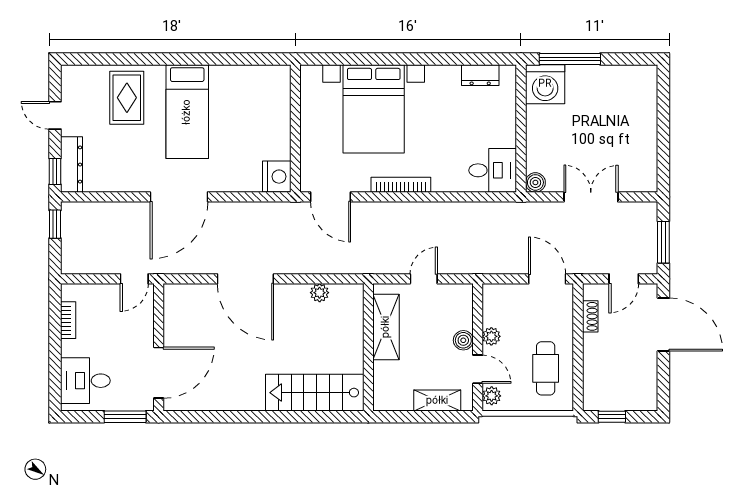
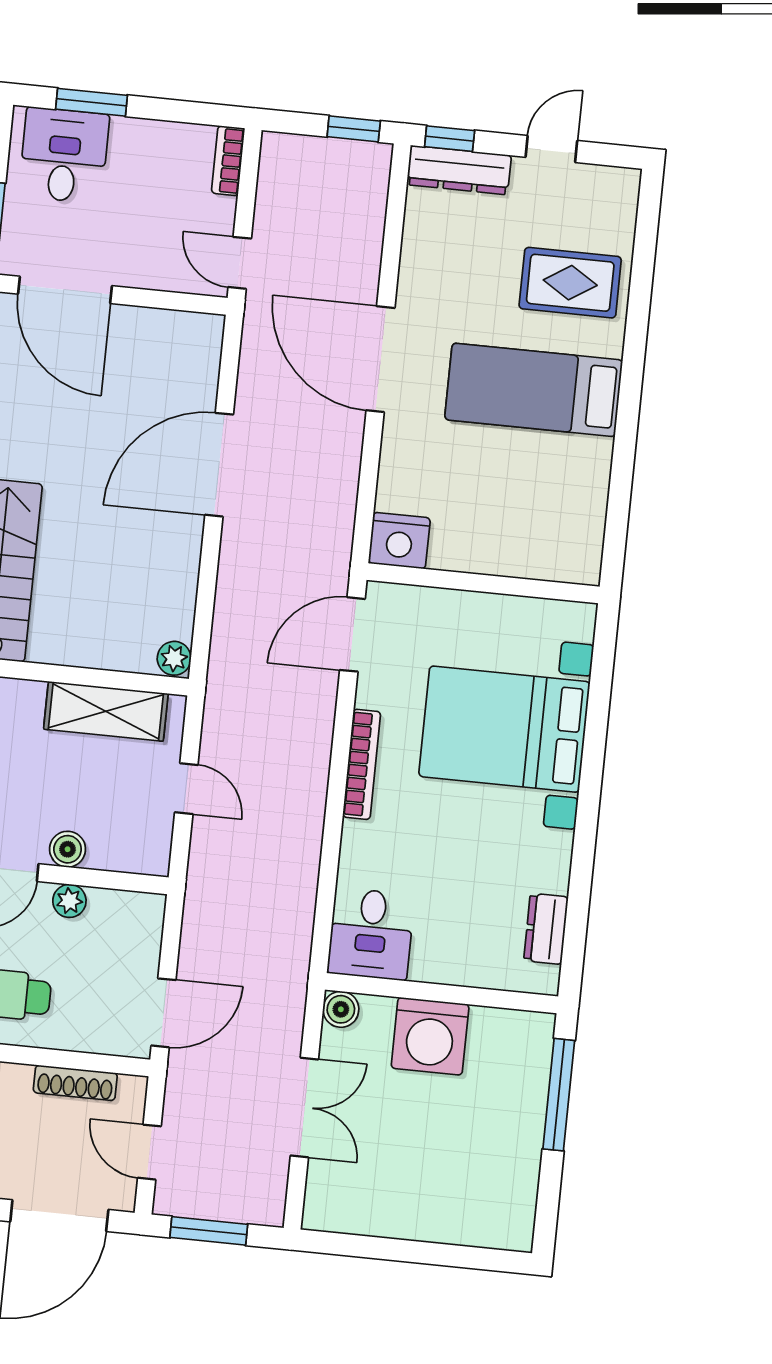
washing machine: (545, 84) -> (430, 1036), moved, turned -90
plant: (320, 293) -> (174, 658), moved
shoe rack: (590, 316) -> (75, 1083), width x1.43
bookcase: (68, 320) -> (228, 161), moved, turned 90
window: (55, 369) -> (92, 102), added

